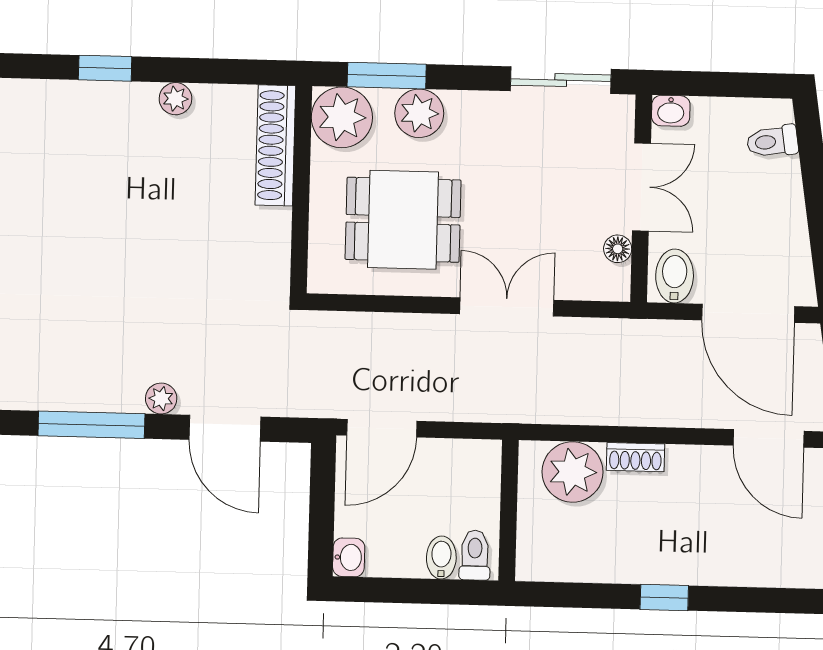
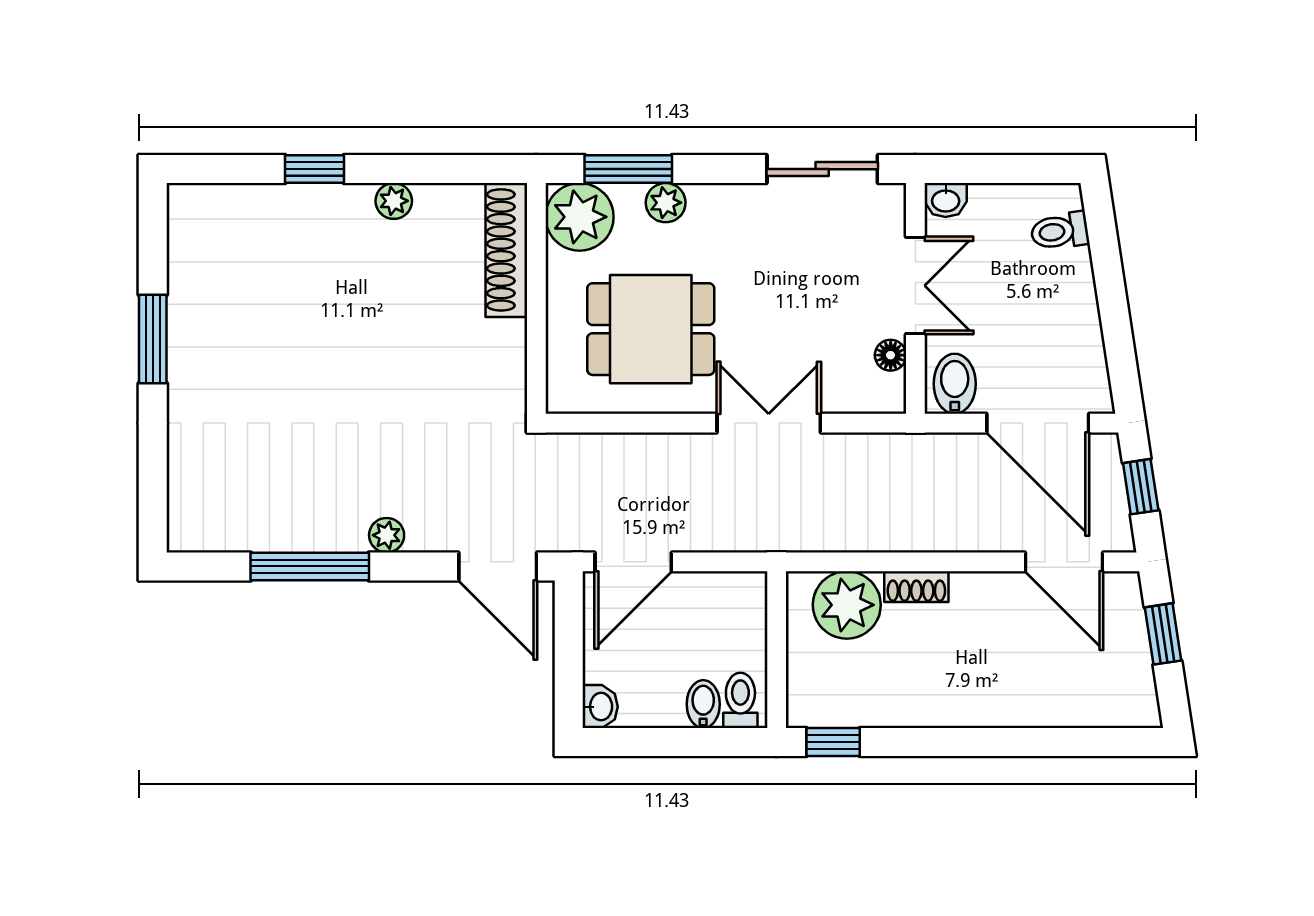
plant: (419, 113) -> (666, 203), width x0.73, depth x0.73
door: (225, 428) -> (498, 566), moved
window: (664, 597) -> (833, 742), moved

